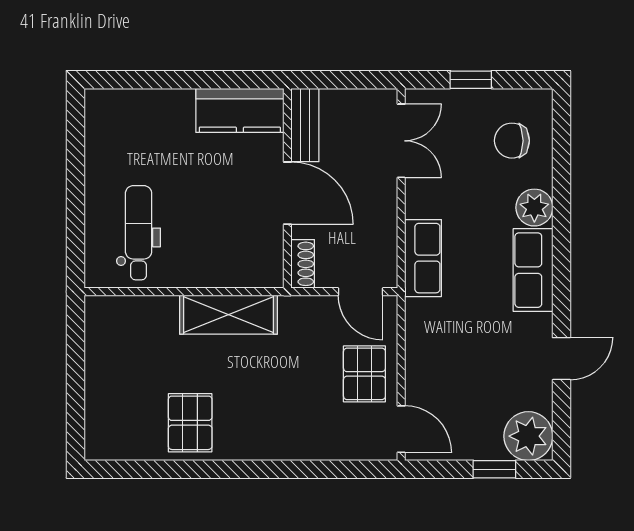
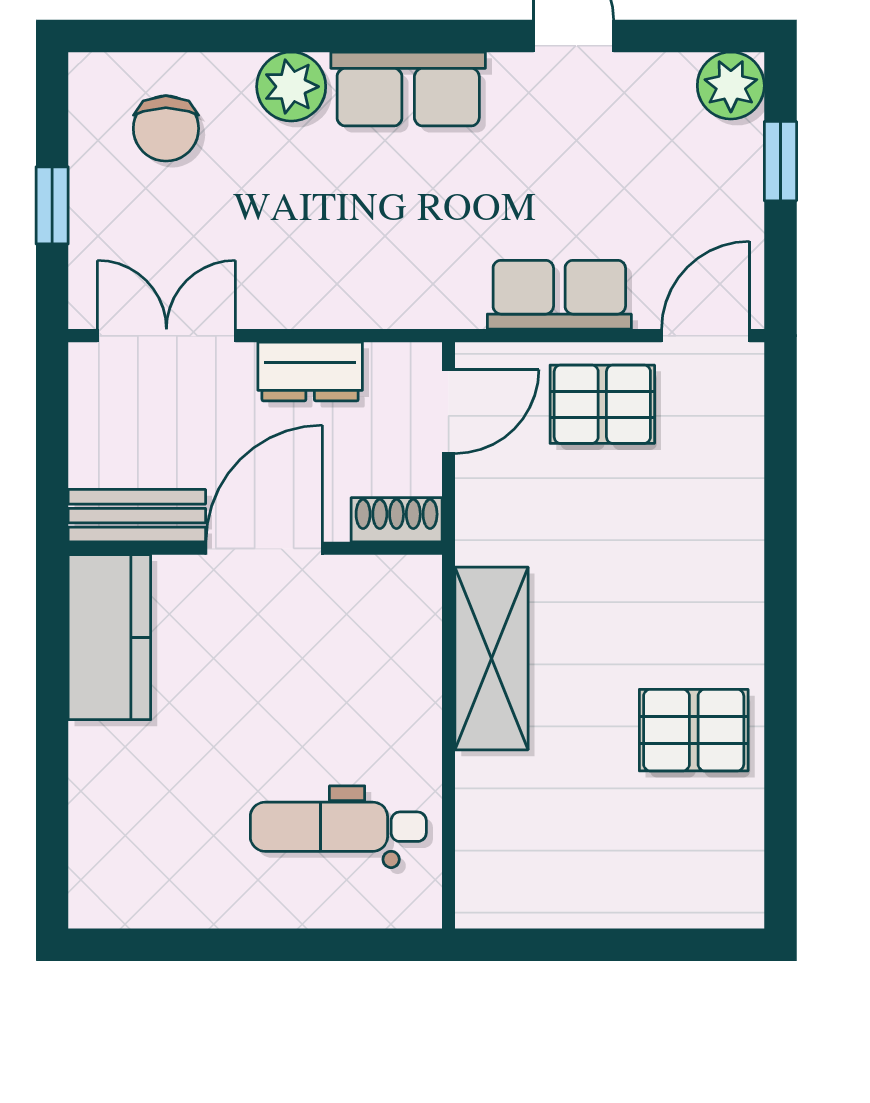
dresser: (382, 218) -> (310, 371), added
row of seats: (423, 258) -> (559, 295), moved
plant: (528, 436) -> (731, 86), width x0.73, depth x0.73

